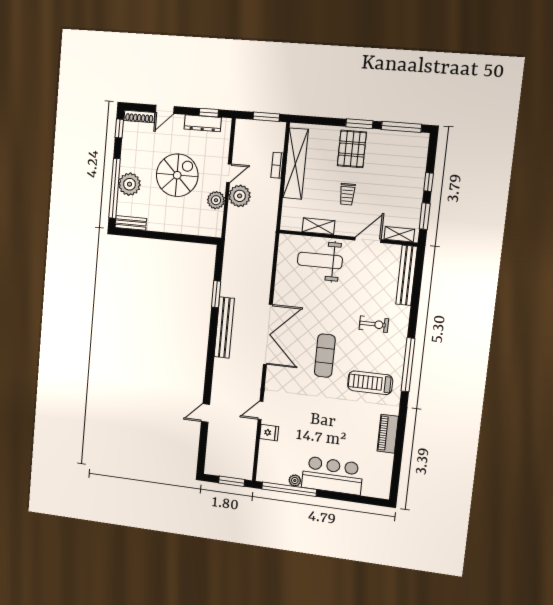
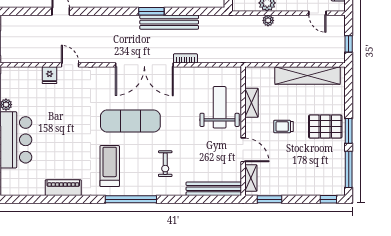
window: (266, 117) -> (349, 44), width x0.67
bookcase: (277, 165) -> (185, 58), moved
door: (229, 173) -> (317, 13), moved
window: (429, 182) -> (328, 199), moved
plant: (240, 196) -> (268, 20), width x0.53, depth x0.53
window: (216, 294) -> (151, 11), moved
bench: (224, 328) -> (169, 22), moved
exercise mat: (325, 356) -> (130, 121), width x1.36, depth x1.45

